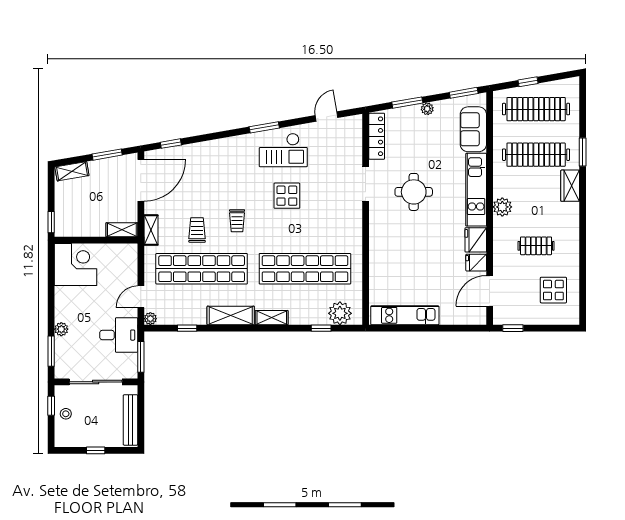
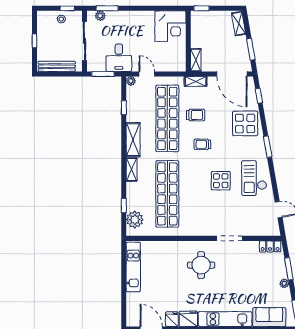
window: (264, 127) -> (268, 147), moved
locker: (377, 136) -> (270, 246), width x0.66
display table: (209, 162) -> (245, 123), added
round table: (414, 192) -> (201, 265), moved
plant: (61, 329) -> (100, 16), moved

